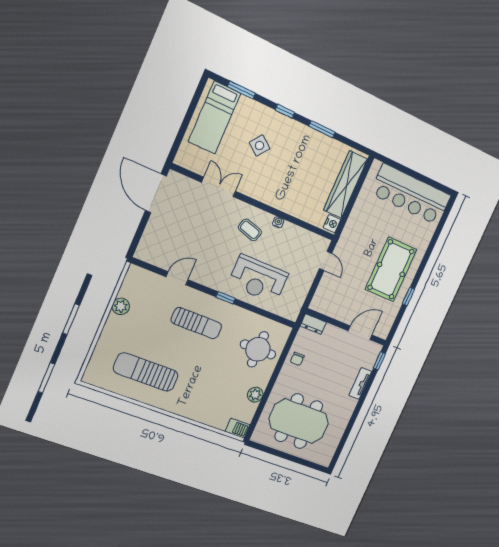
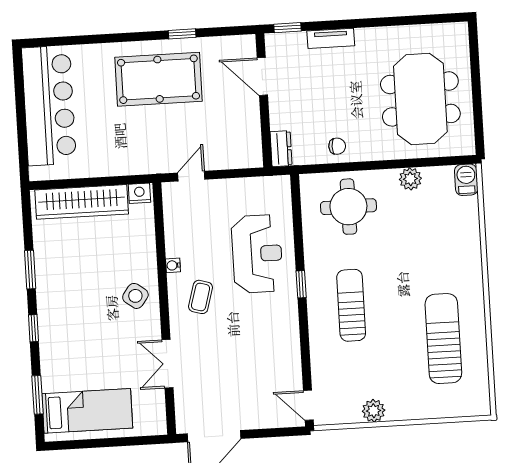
side table: (260, 146) -> (135, 296), moved
door: (177, 278) -> (308, 405), moved
sun lounger: (146, 372) -> (443, 339), turned 180

